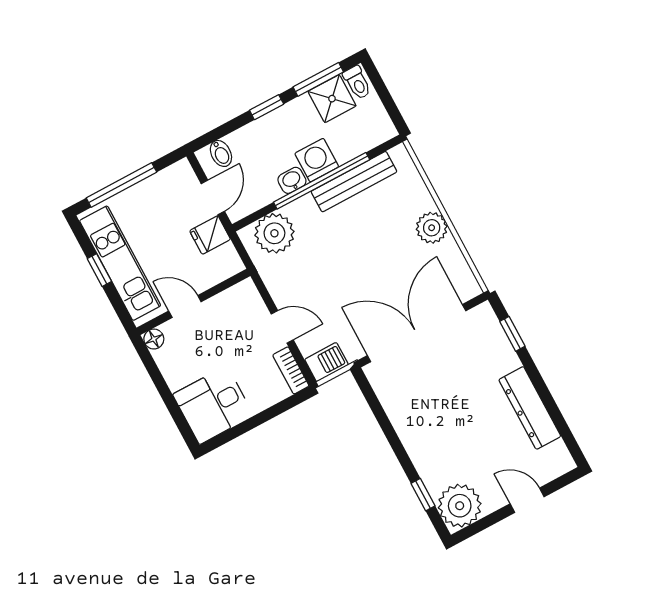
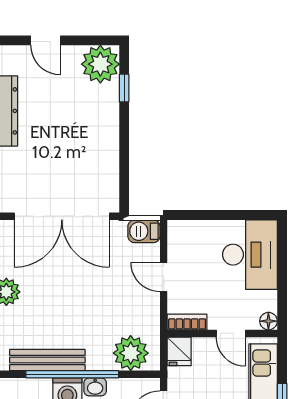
fridge: (210, 235) -> (179, 351), moved, turned 90
bookcase: (291, 370) -> (187, 322), moved, turned -90
desk: (213, 405) -> (250, 255), width x1.37

